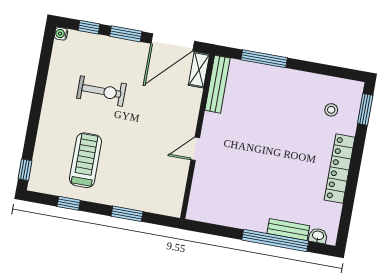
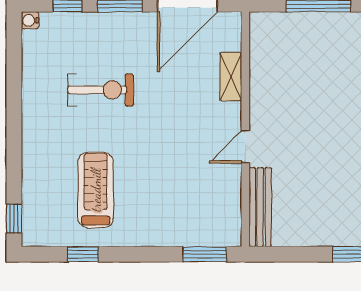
shelving: (199, 70) -> (231, 77), moved
bench: (217, 84) -> (260, 207), moved
window: (127, 214) -> (205, 254), moved

